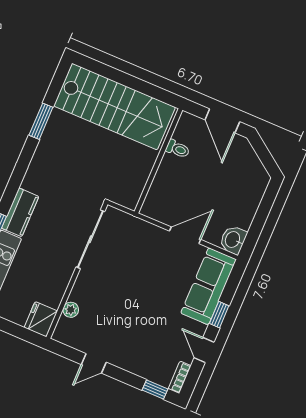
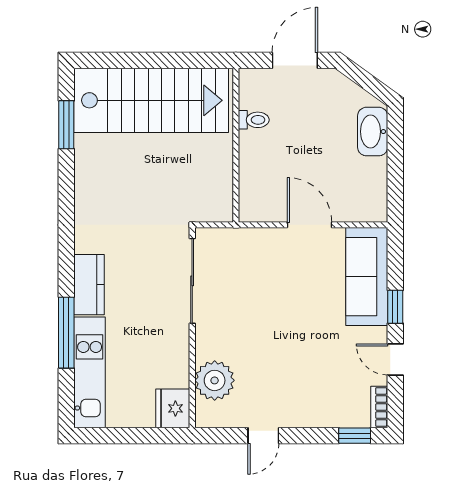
window: (41, 121) -> (66, 125), moved
door: (222, 121) -> (295, 60), swing flipped
door: (185, 235) -> (310, 225), hinge flipped
washbasin: (233, 240) -> (373, 132), moved, width x1.38
plant: (71, 310) -> (215, 380), width x1.87, depth x1.87

